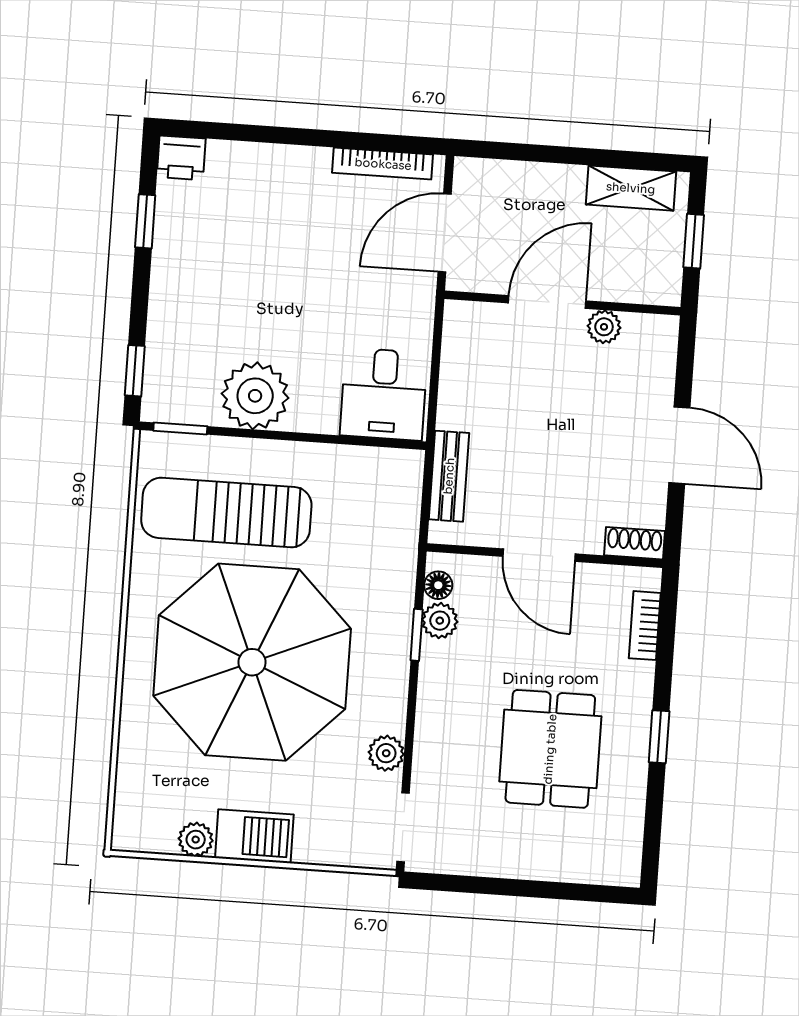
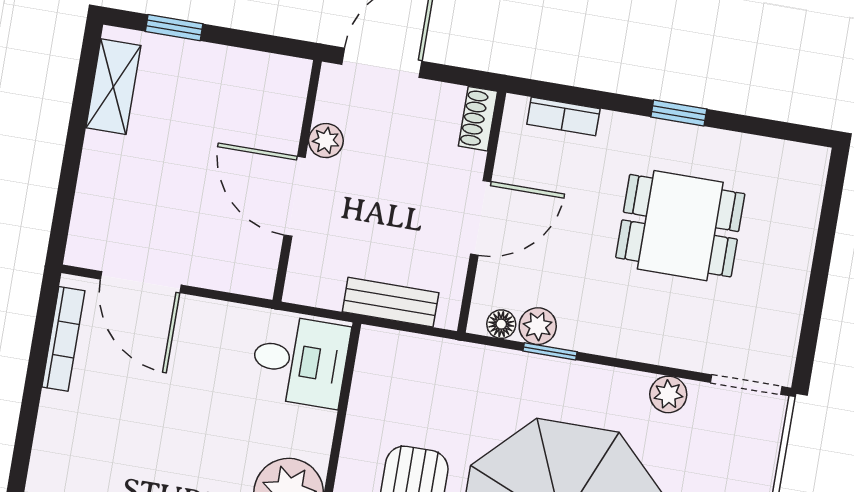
door: (547, 302) -> (295, 196), moved
wall: (562, 303) -> (297, 181), moved
plant: (604, 327) -> (326, 141), moved

